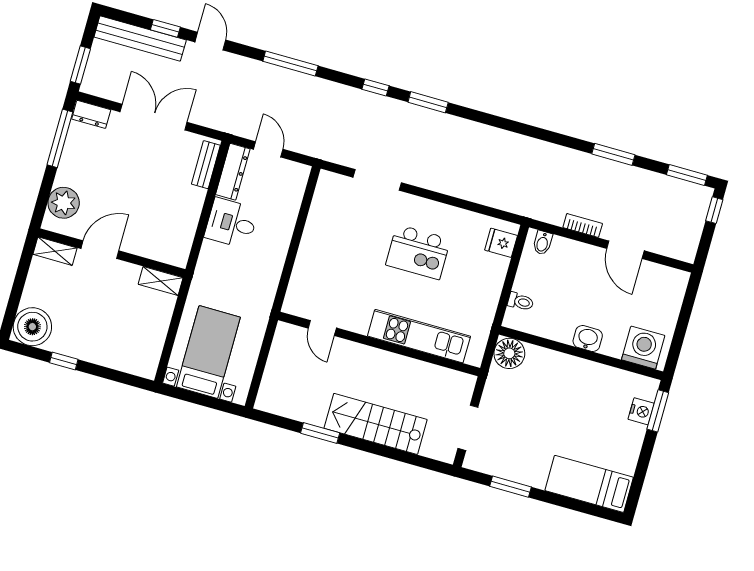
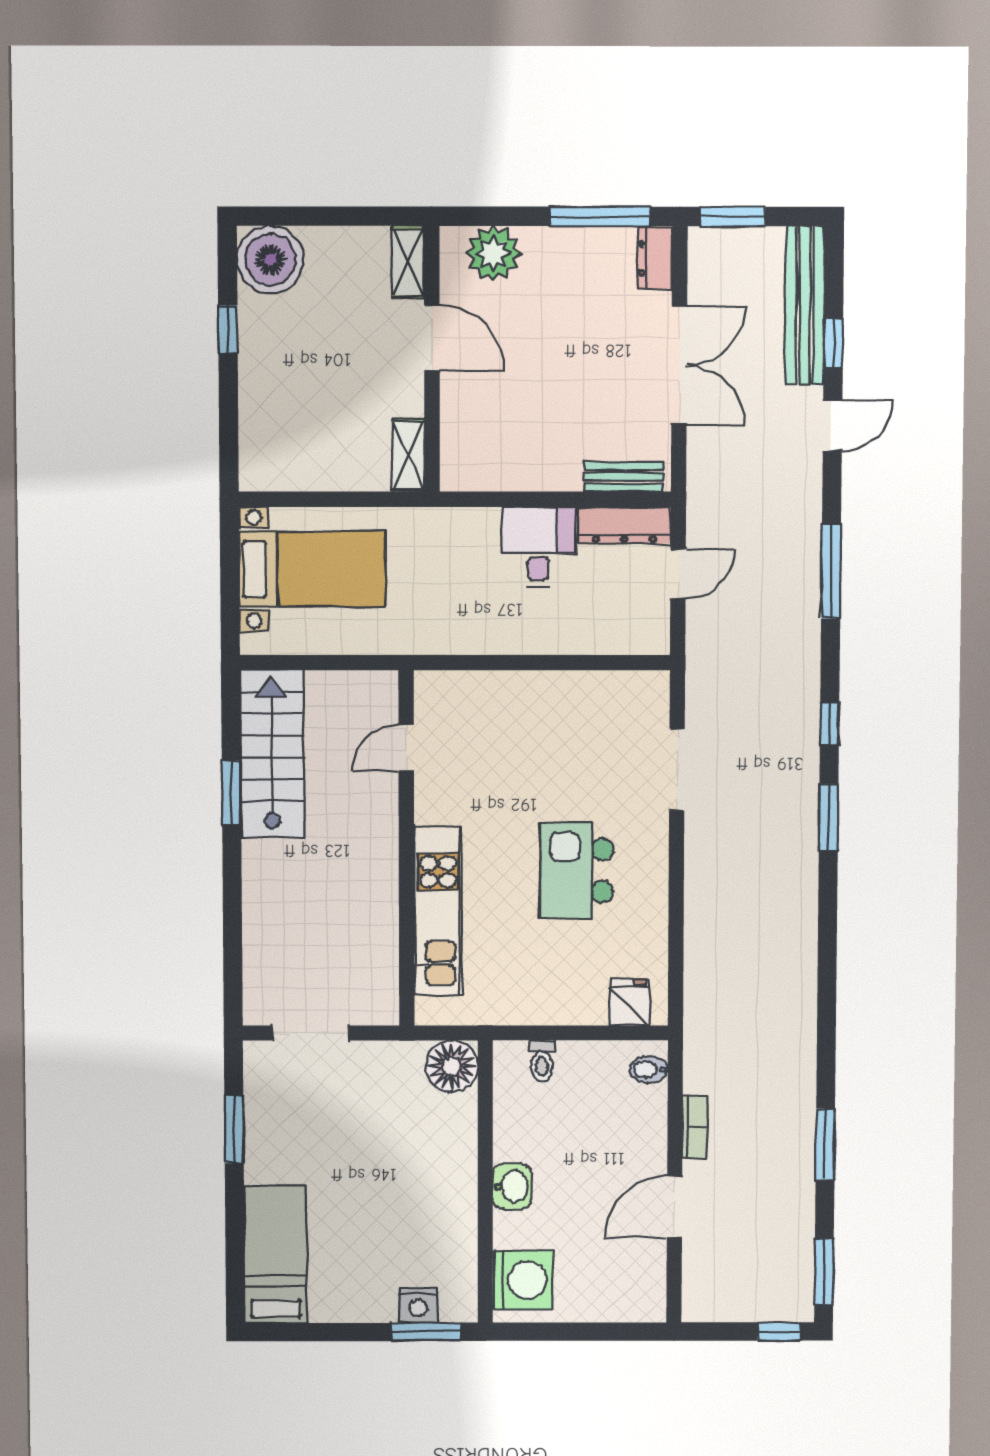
stairs: (376, 424) -> (272, 754), moved

